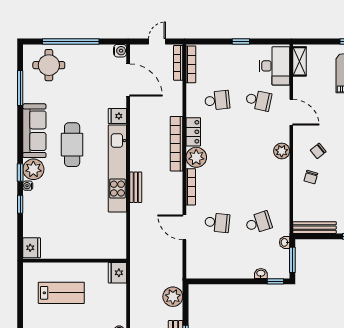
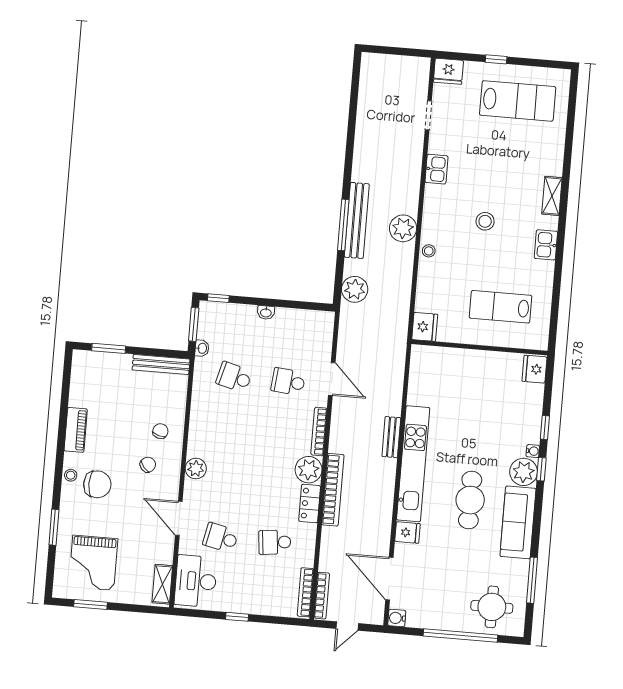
school desk: (258, 223) -> (234, 377), turned 33
washbasin: (261, 274) -> (266, 312), moved

